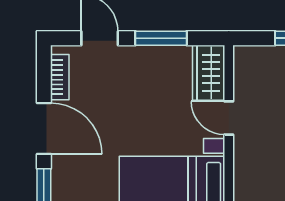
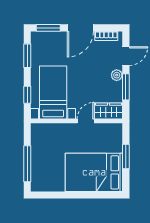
plant: (138, 56) -> (117, 75), added

